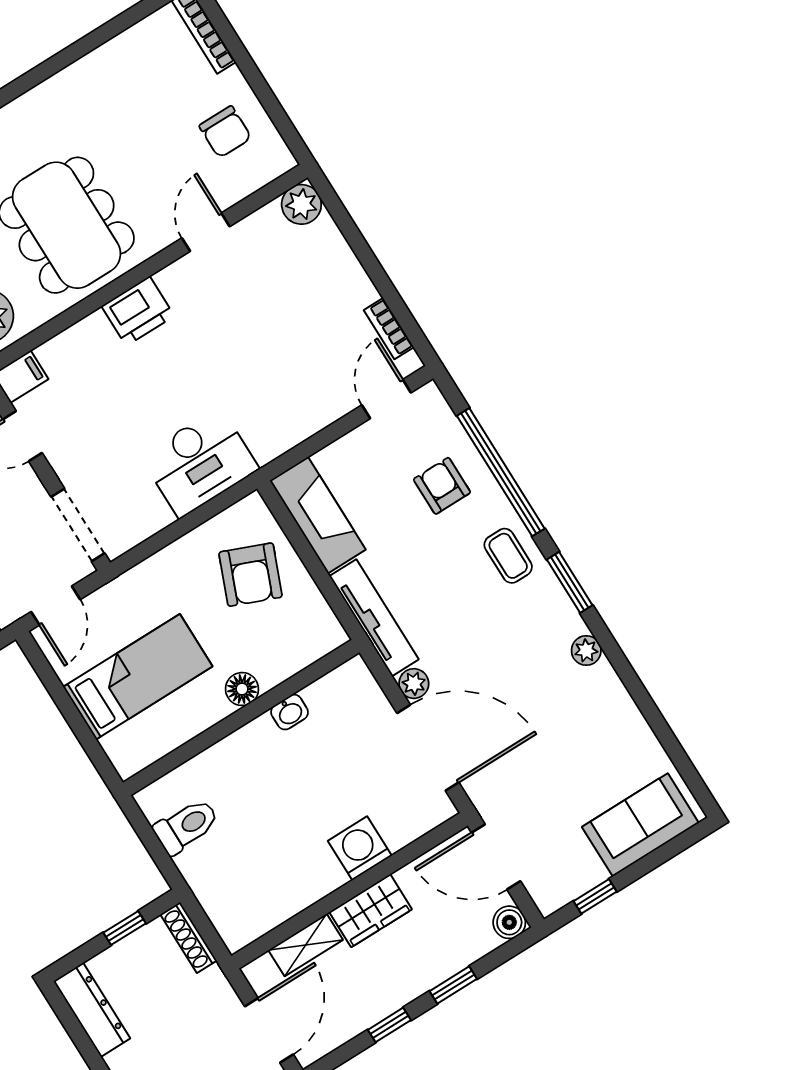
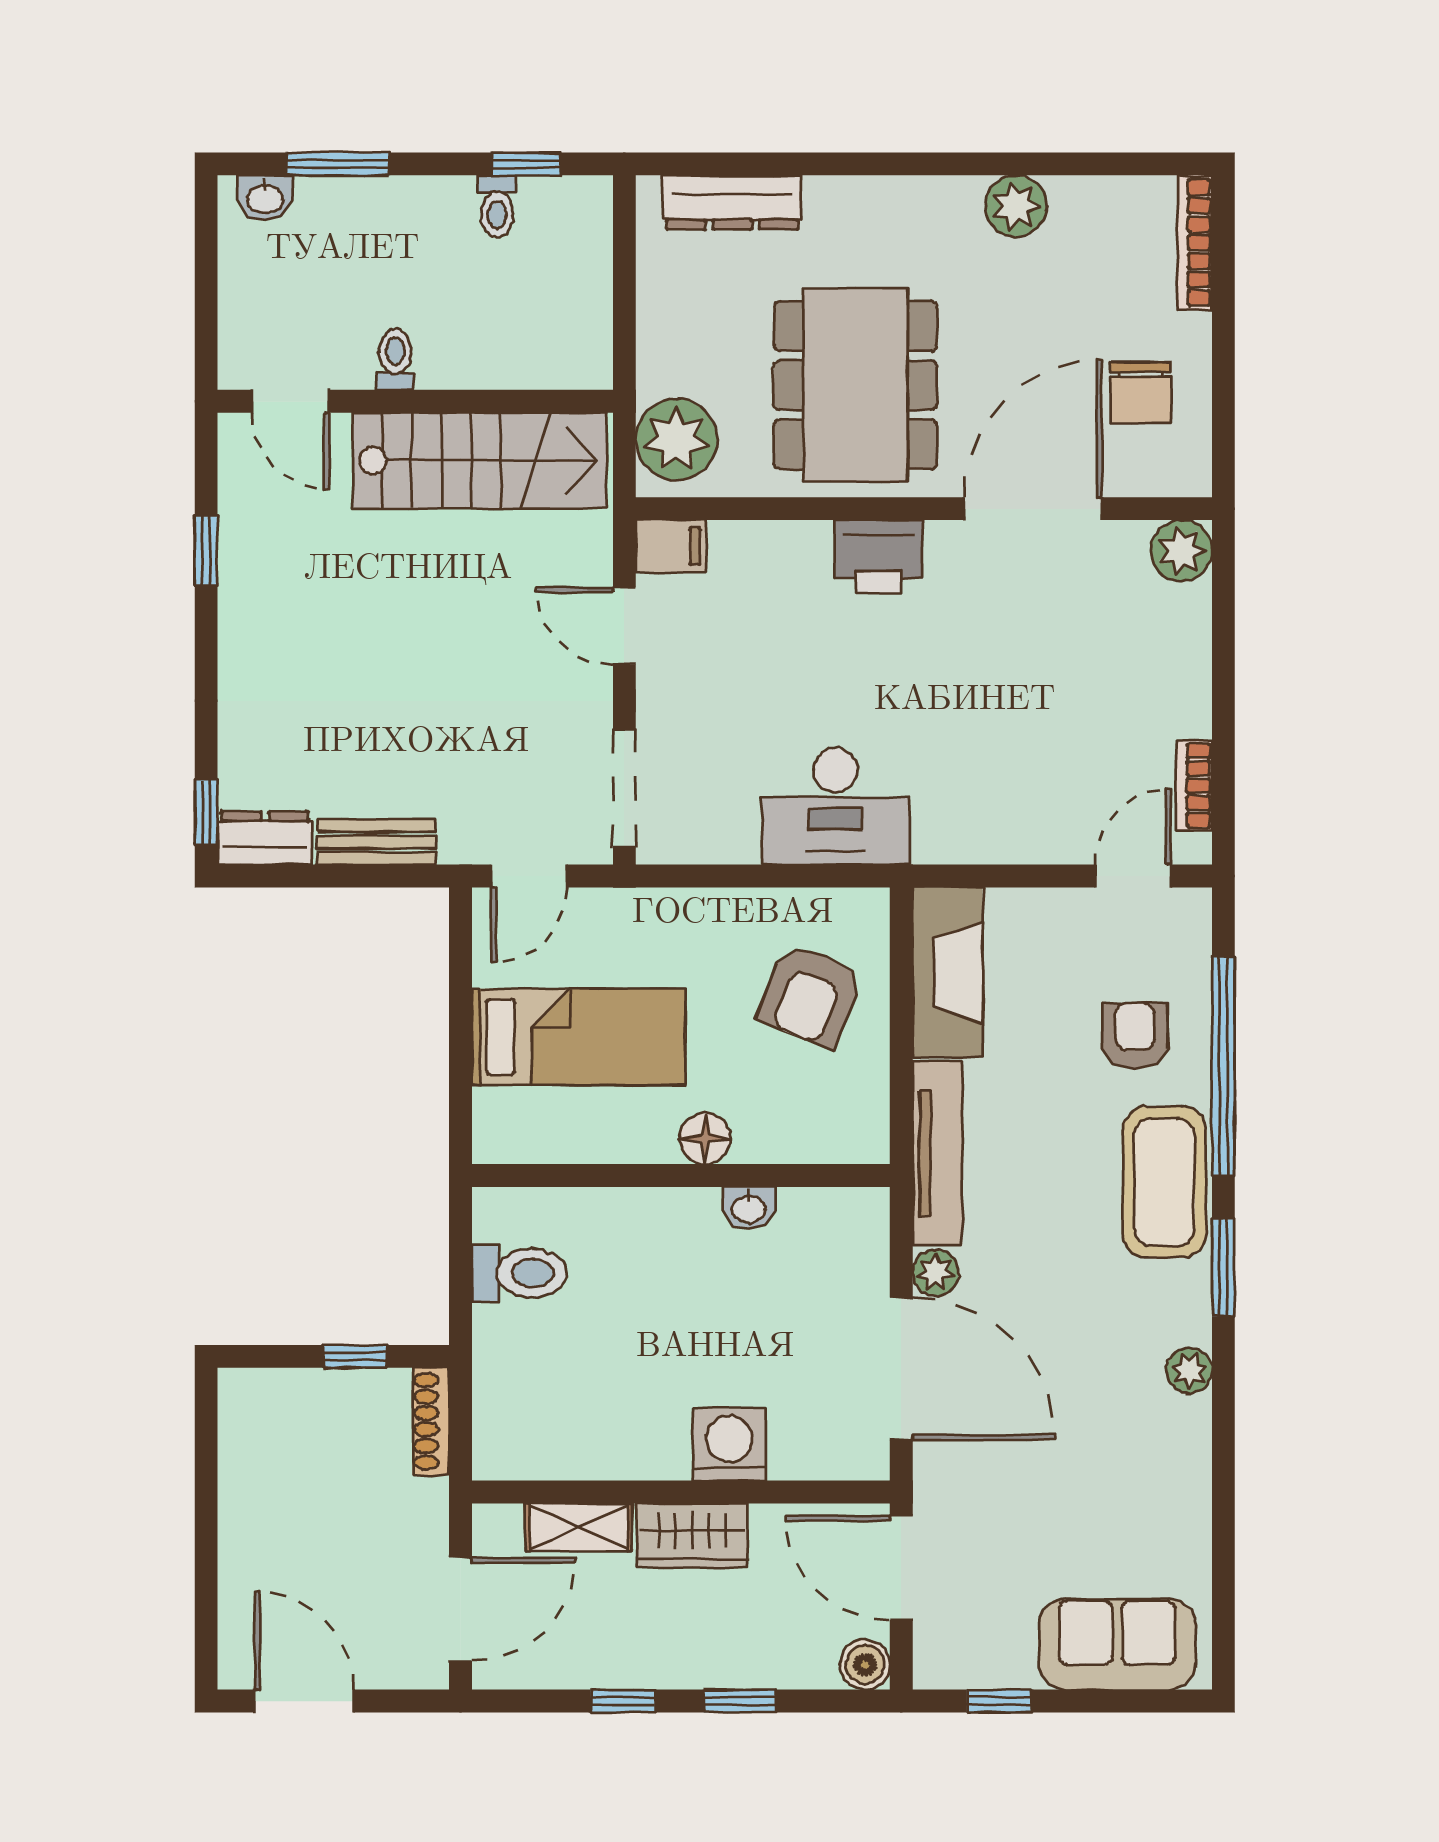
plant: (93, 72) -> (1016, 206), added
door: (206, 232) -> (1033, 509), width x1.87
coffee table: (508, 556) -> (1164, 1182), width x1.86, depth x1.72
dresser: (92, 1010) -> (245, 1437), removed

